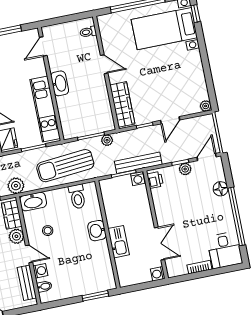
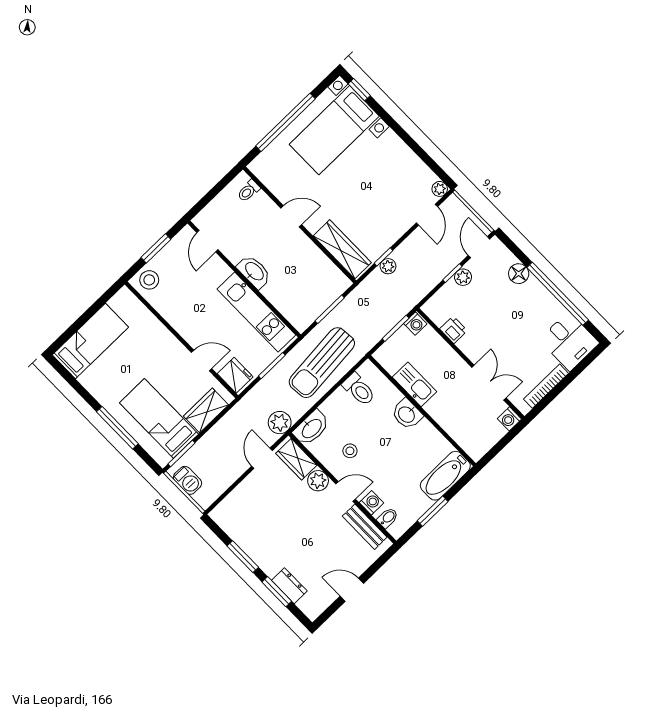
door: (170, 120) -> (427, 215), moved
plant: (107, 140) -> (388, 266), moved
bench: (138, 163) -> (404, 305), removed
printer: (155, 180) -> (454, 330), moved
kitchen sink: (119, 242) -> (415, 384), moved
bookcase: (199, 267) -> (546, 386), width x1.56
bathtub: (96, 283) -> (445, 476), added
window: (95, 296) -> (433, 511), moved

